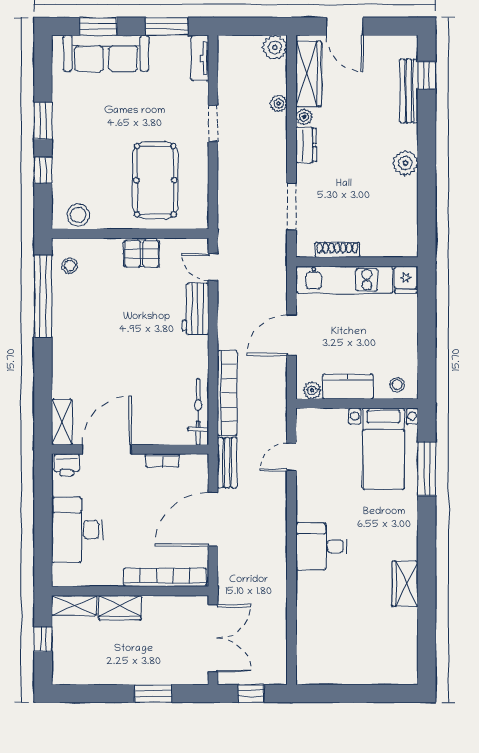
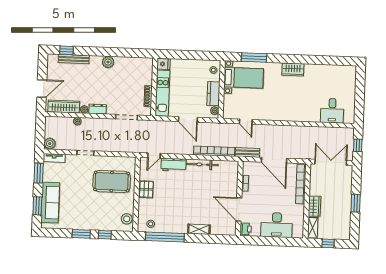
plant: (275, 48) -> (50, 144), moved
bicycle: (198, 412) -> (202, 164), moved
shelving: (62, 422) -> (199, 229), moved
desk: (321, 546) -> (332, 111), moved
wardrobe: (405, 584) -> (293, 69), moved
window: (153, 693) -> (356, 203), moved

